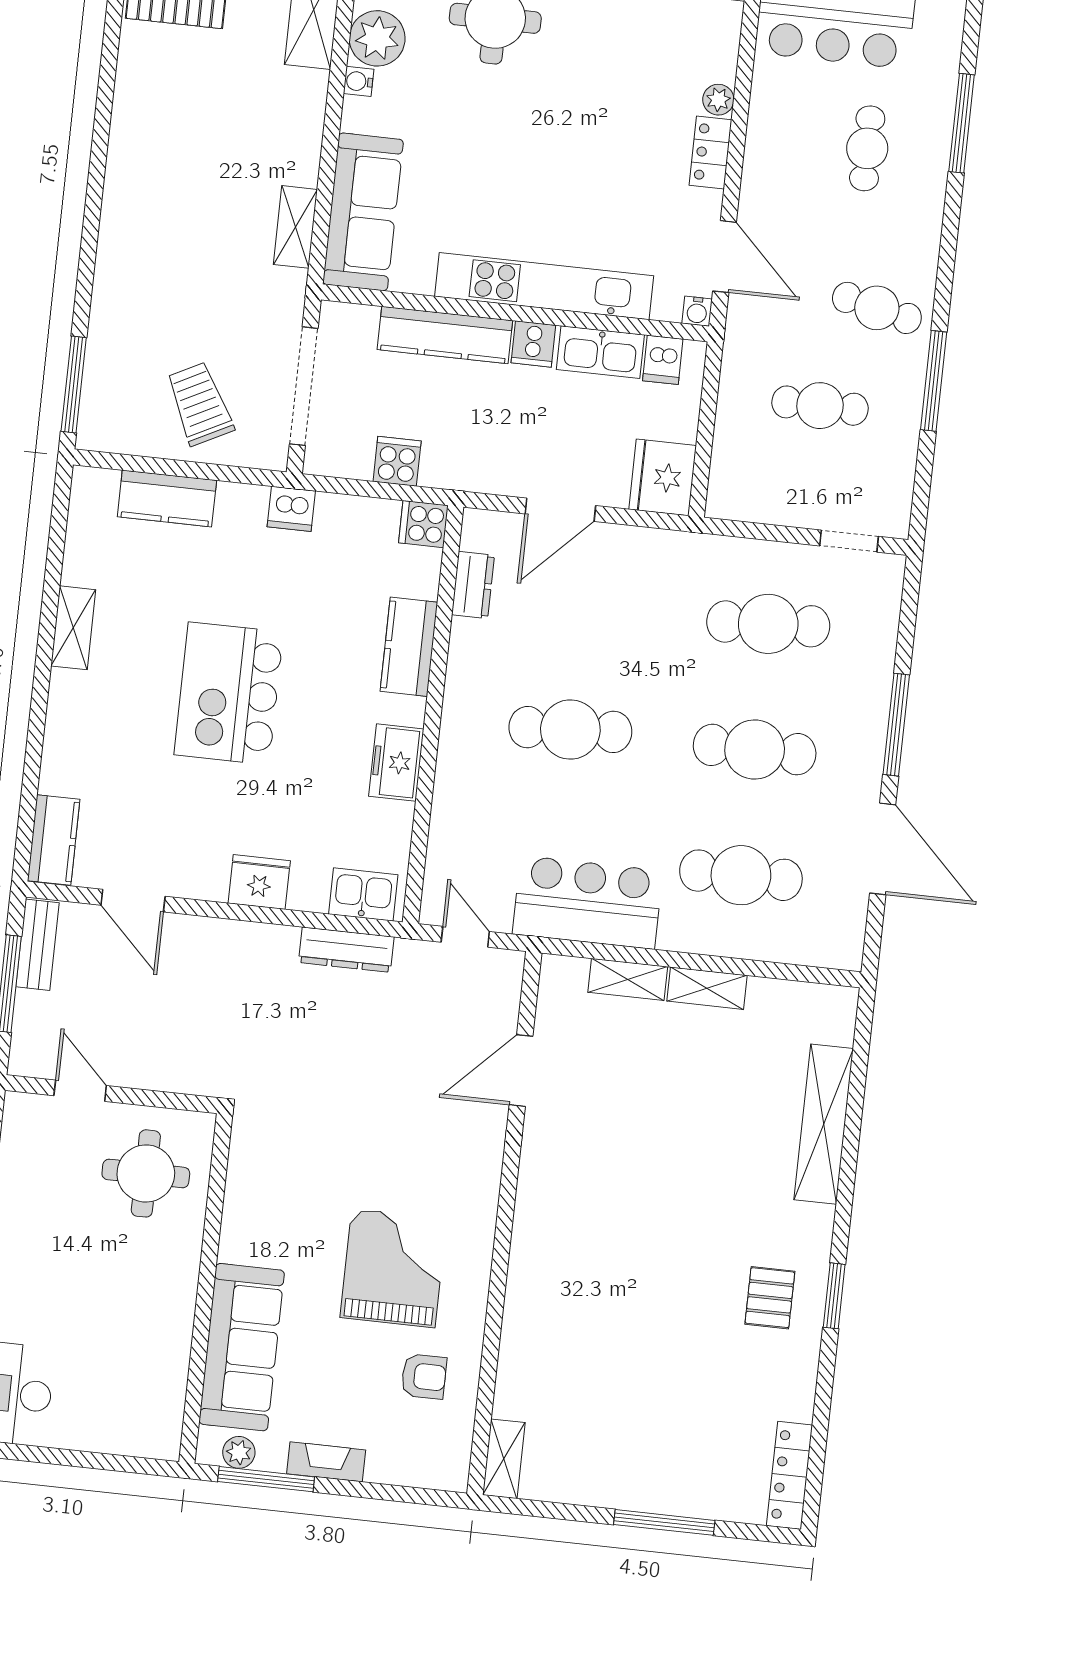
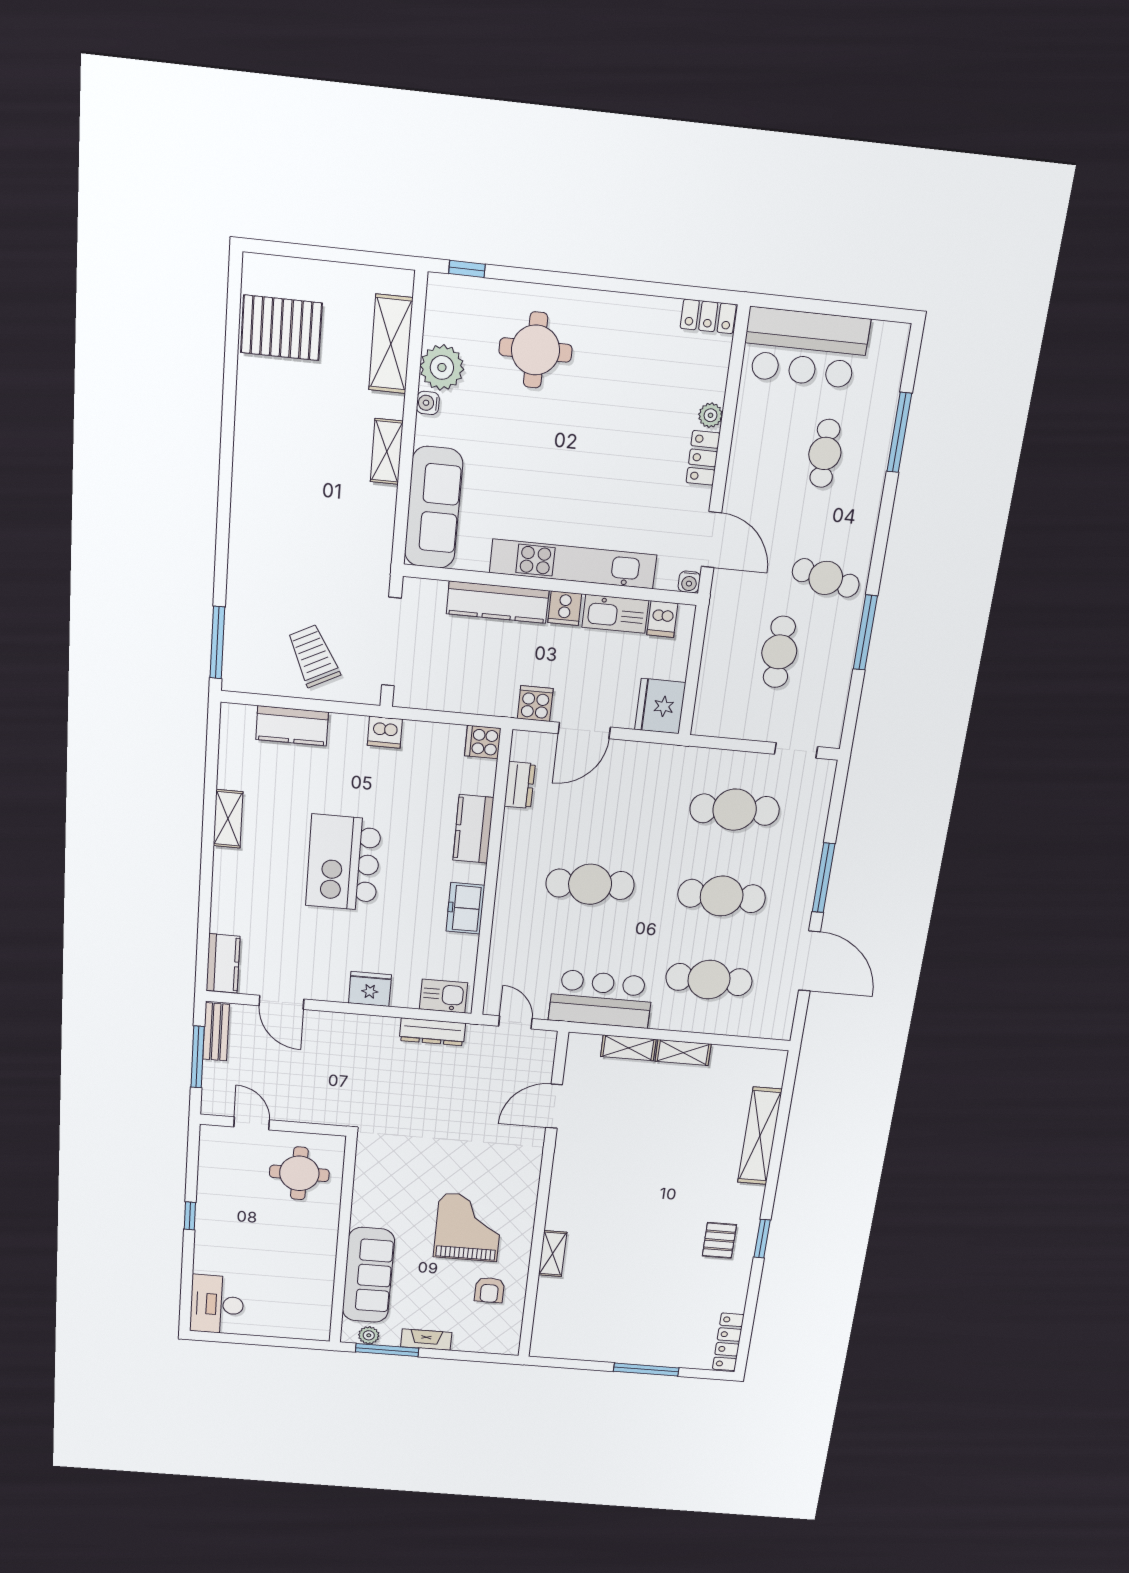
shelving: (295, 227) -> (387, 451), moved
cafe table: (820, 406) -> (779, 652), turned 90
cooker: (397, 461) -> (535, 704), moved
armchair: (424, 1376) -> (489, 1290), turned 90
shelving: (504, 1459) -> (553, 1254), moved

